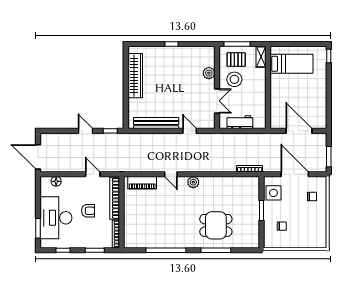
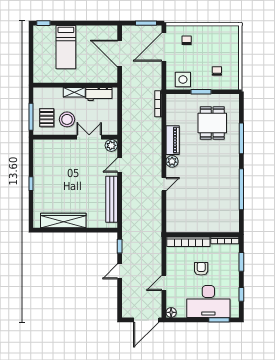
shelving: (261, 57) -> (74, 92), moved
bed: (291, 64) -> (66, 47), moved, turned 180
plant: (209, 73) -> (111, 145), moved
workbench: (240, 122) -> (99, 94), moved, turned -90
door: (299, 131) -> (120, 53), hinge flipped
door: (93, 174) -> (164, 283), moved
door: (295, 174) -> (164, 47), moved
floor lamp: (56, 181) -> (171, 312), moved
piano: (142, 183) -> (173, 140), moved
dining table: (216, 225) -> (212, 123), moved

